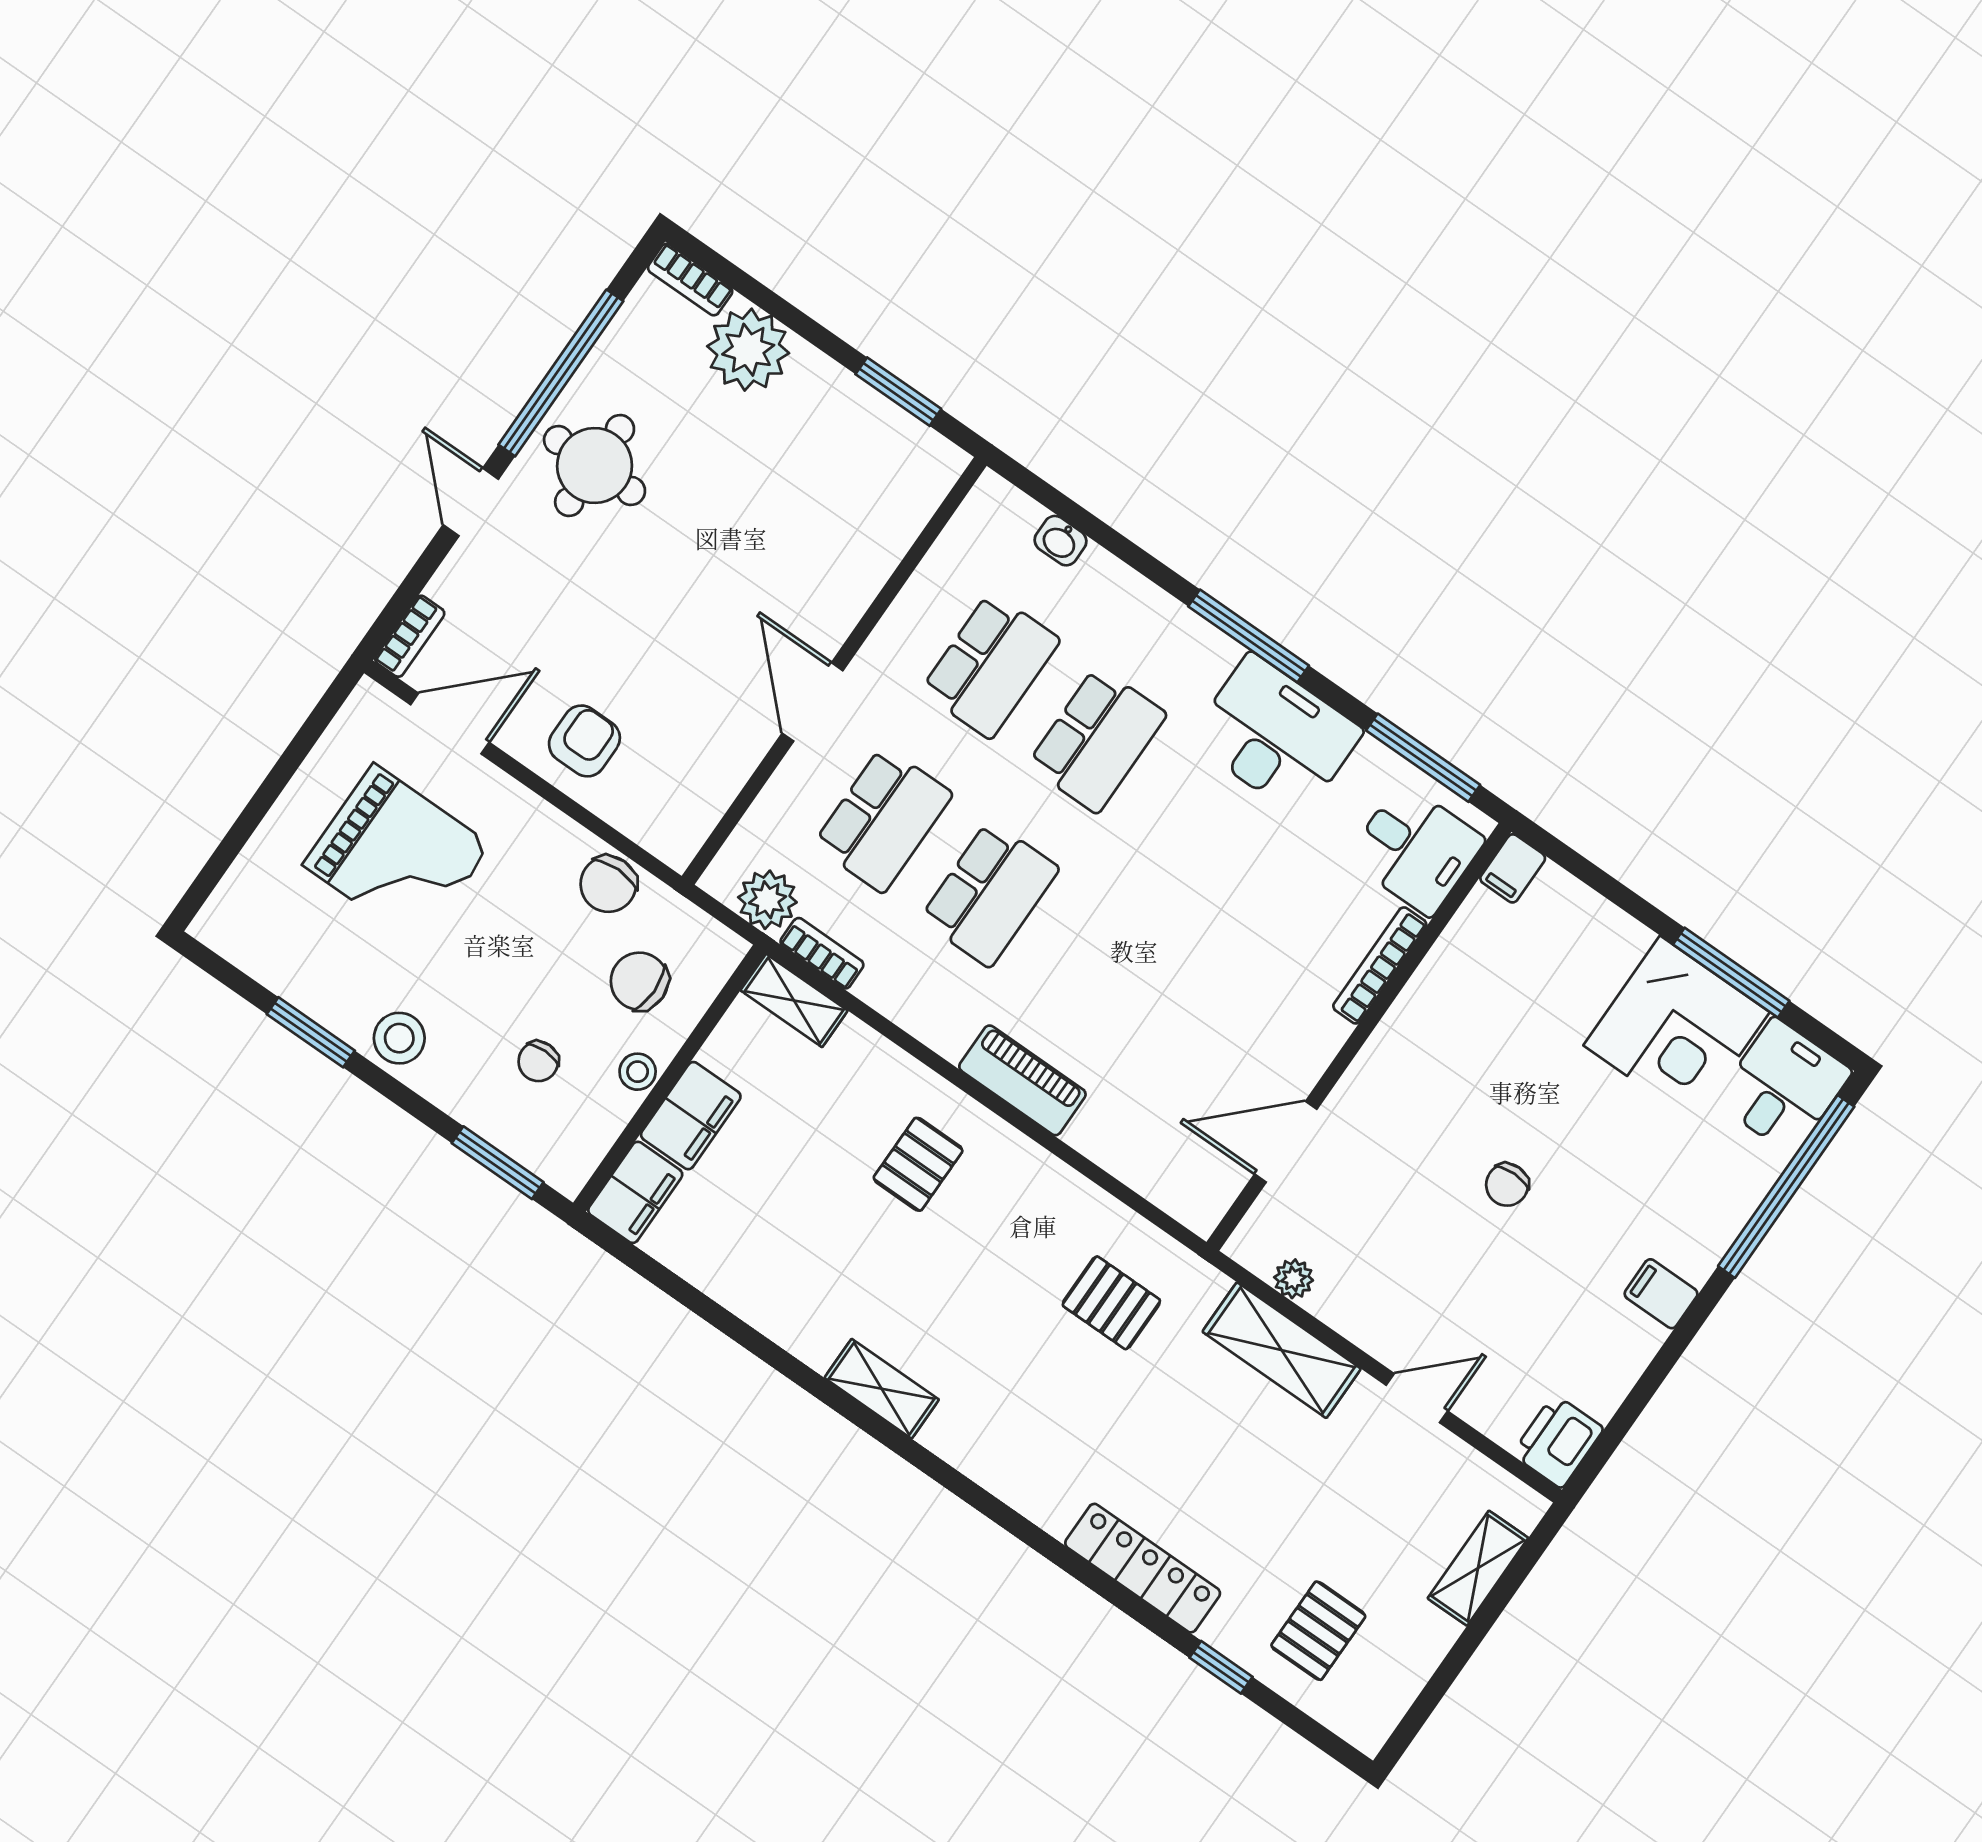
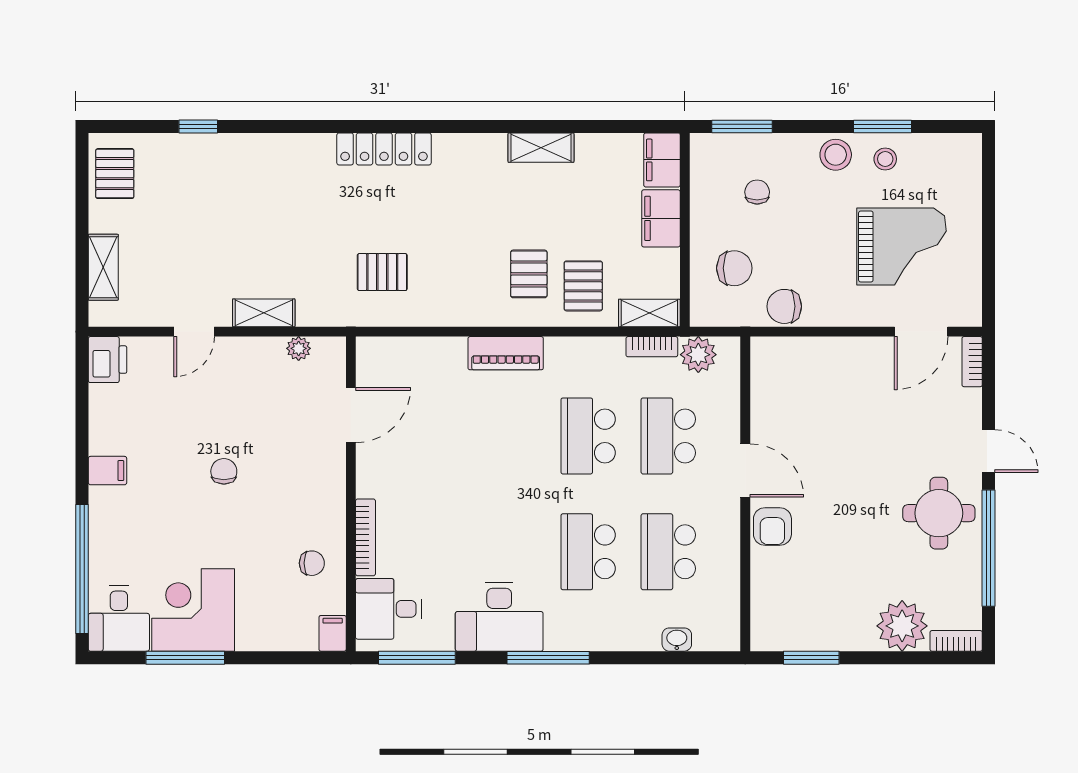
armchair: (584, 741) -> (772, 527), moved
grand piano: (397, 855) -> (901, 246), turned 180
chair: (608, 884) -> (784, 306), turned -90
chair: (1475, 981) -> (312, 563), added
stool: (638, 1072) -> (885, 159), moved
pallet: (857, 1098) -> (583, 286), added
shelving: (1282, 1350) -> (264, 313), width x0.67, depth x0.75
shelving: (882, 1389) -> (541, 148), moved
locker: (1143, 1568) -> (384, 149), moved
pallet: (1318, 1631) -> (115, 174), moved

